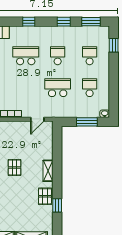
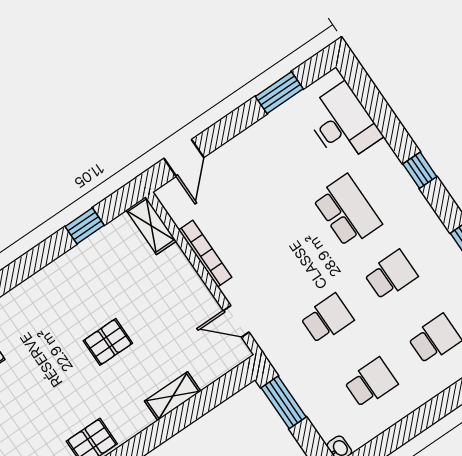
school desk: (58, 88) -> (327, 319), width x0.54
window: (87, 122) -> (284, 402), moved
shelving: (48, 171) -> (173, 396), moved

